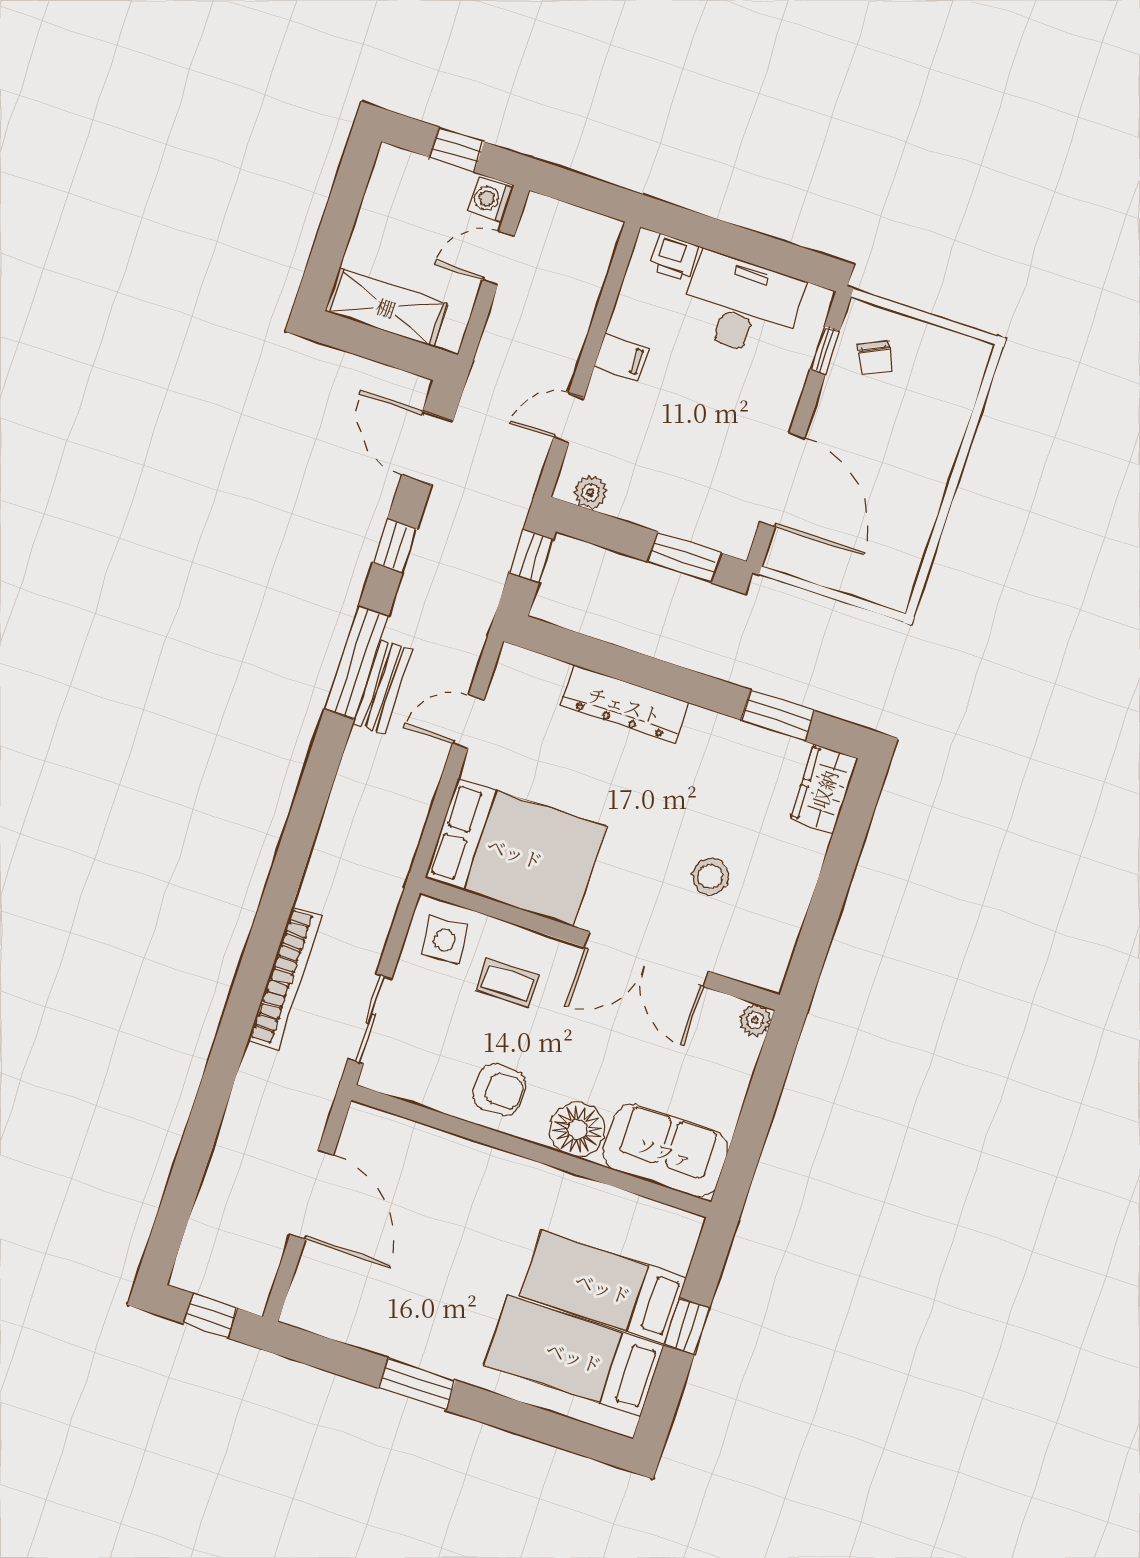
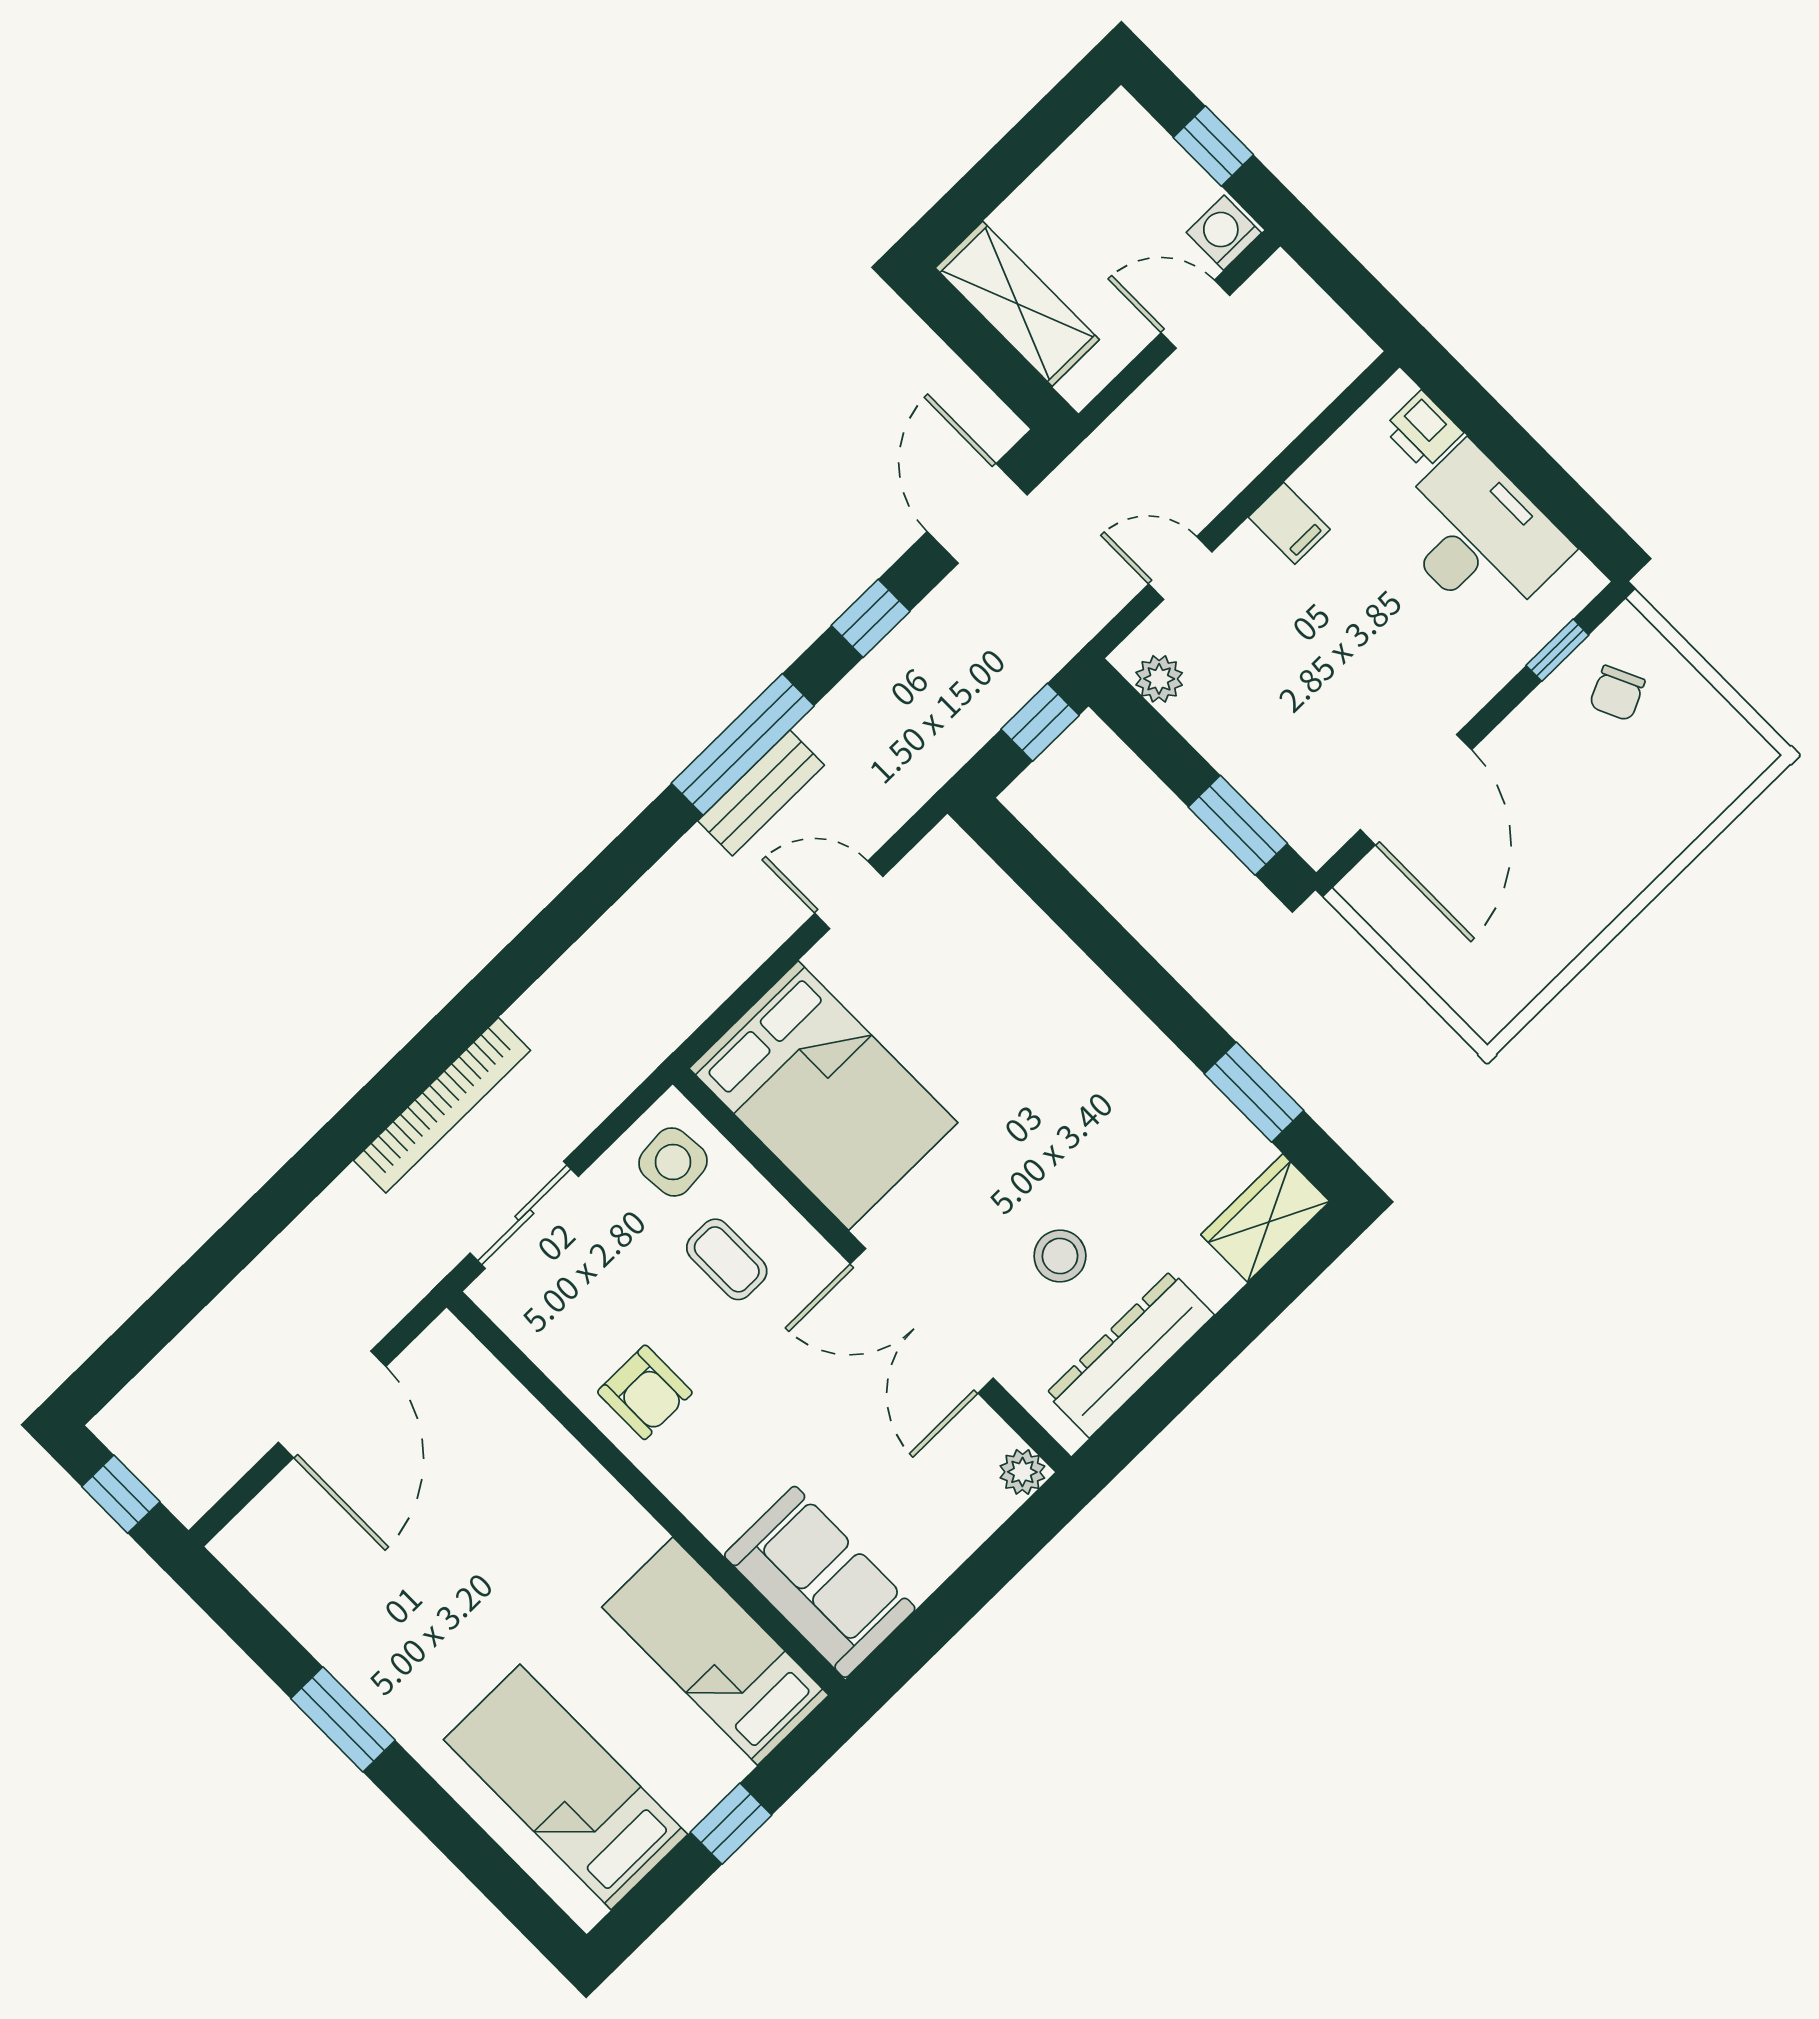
dresser: (625, 704) -> (1130, 1354), moved, turned 90
floor lamp: (577, 1129) -> (720, 1496), removed
bed: (603, 1287) -> (715, 1651), moved

